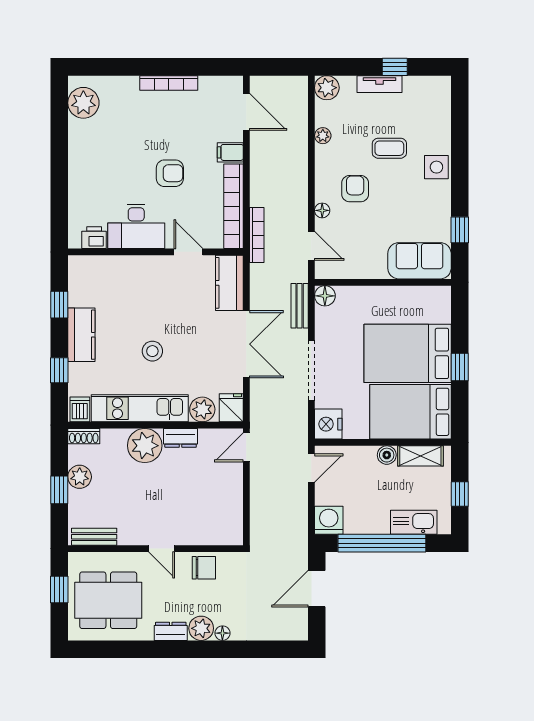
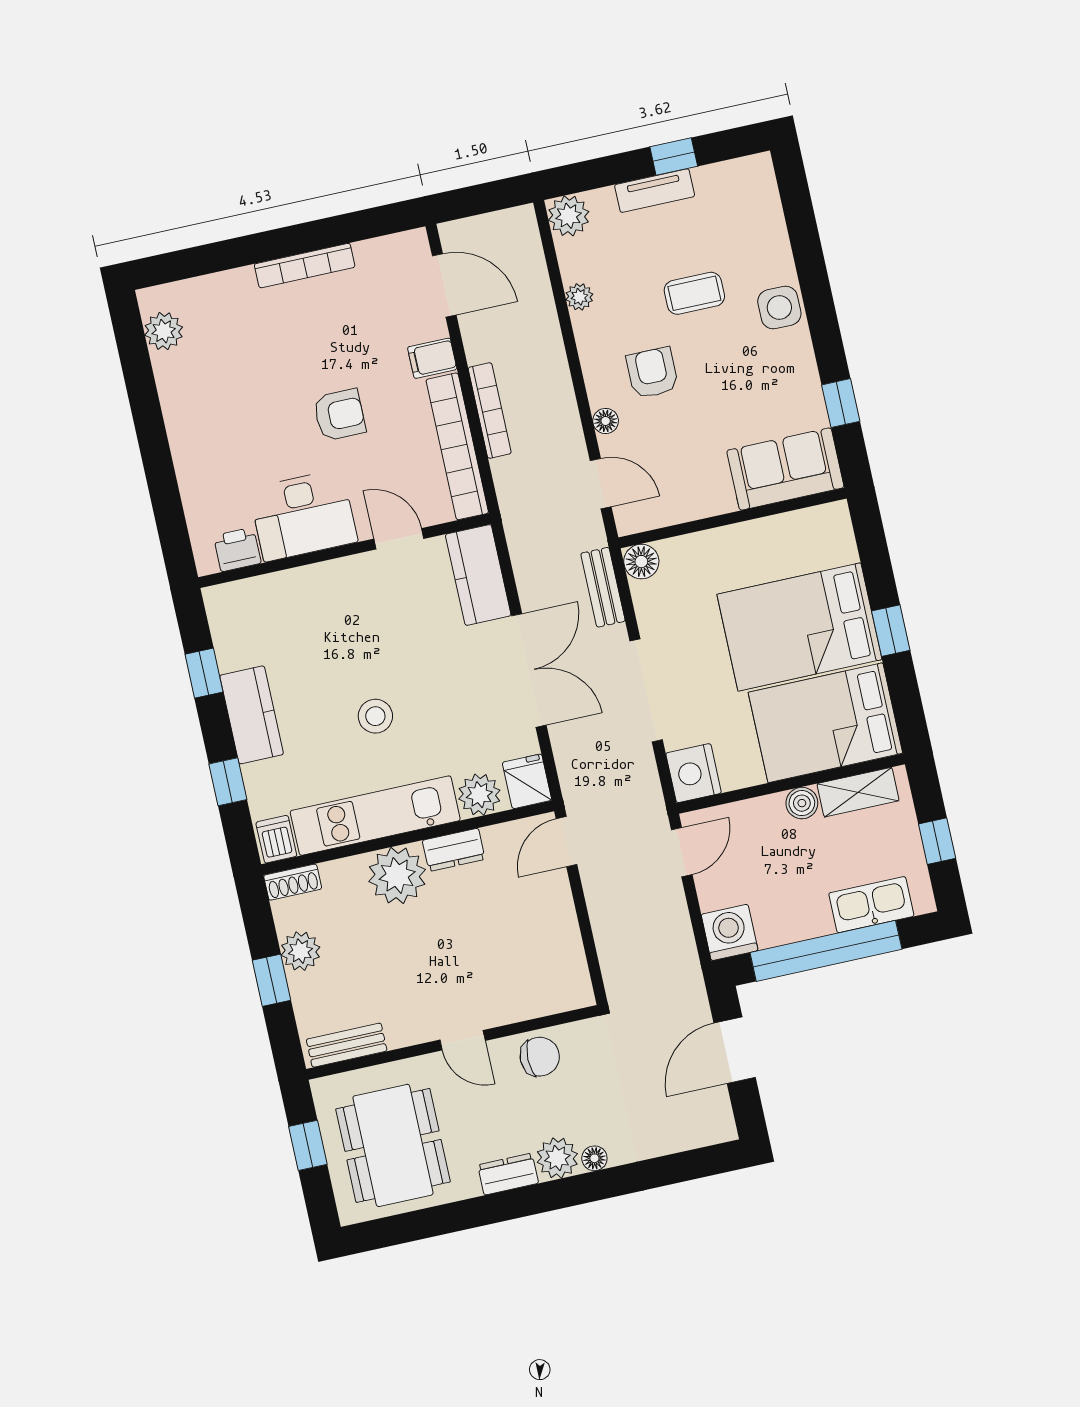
plant: (83, 103) -> (164, 331), width x0.73, depth x0.73
bookcase: (257, 235) -> (490, 410), moved
dining table: (108, 600) -> (393, 1145), turned 90

